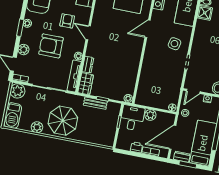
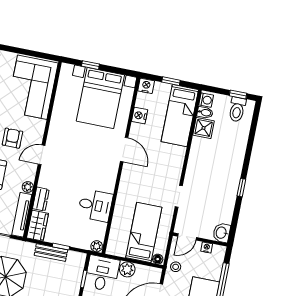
door: (148, 29) -> (124, 150), swing flipped
door: (88, 33) -> (42, 155), hinge flipped
side table: (174, 44) -> (161, 171), removed
desk: (127, 69) -> (95, 205), added
bed: (162, 88) -> (144, 232), added

